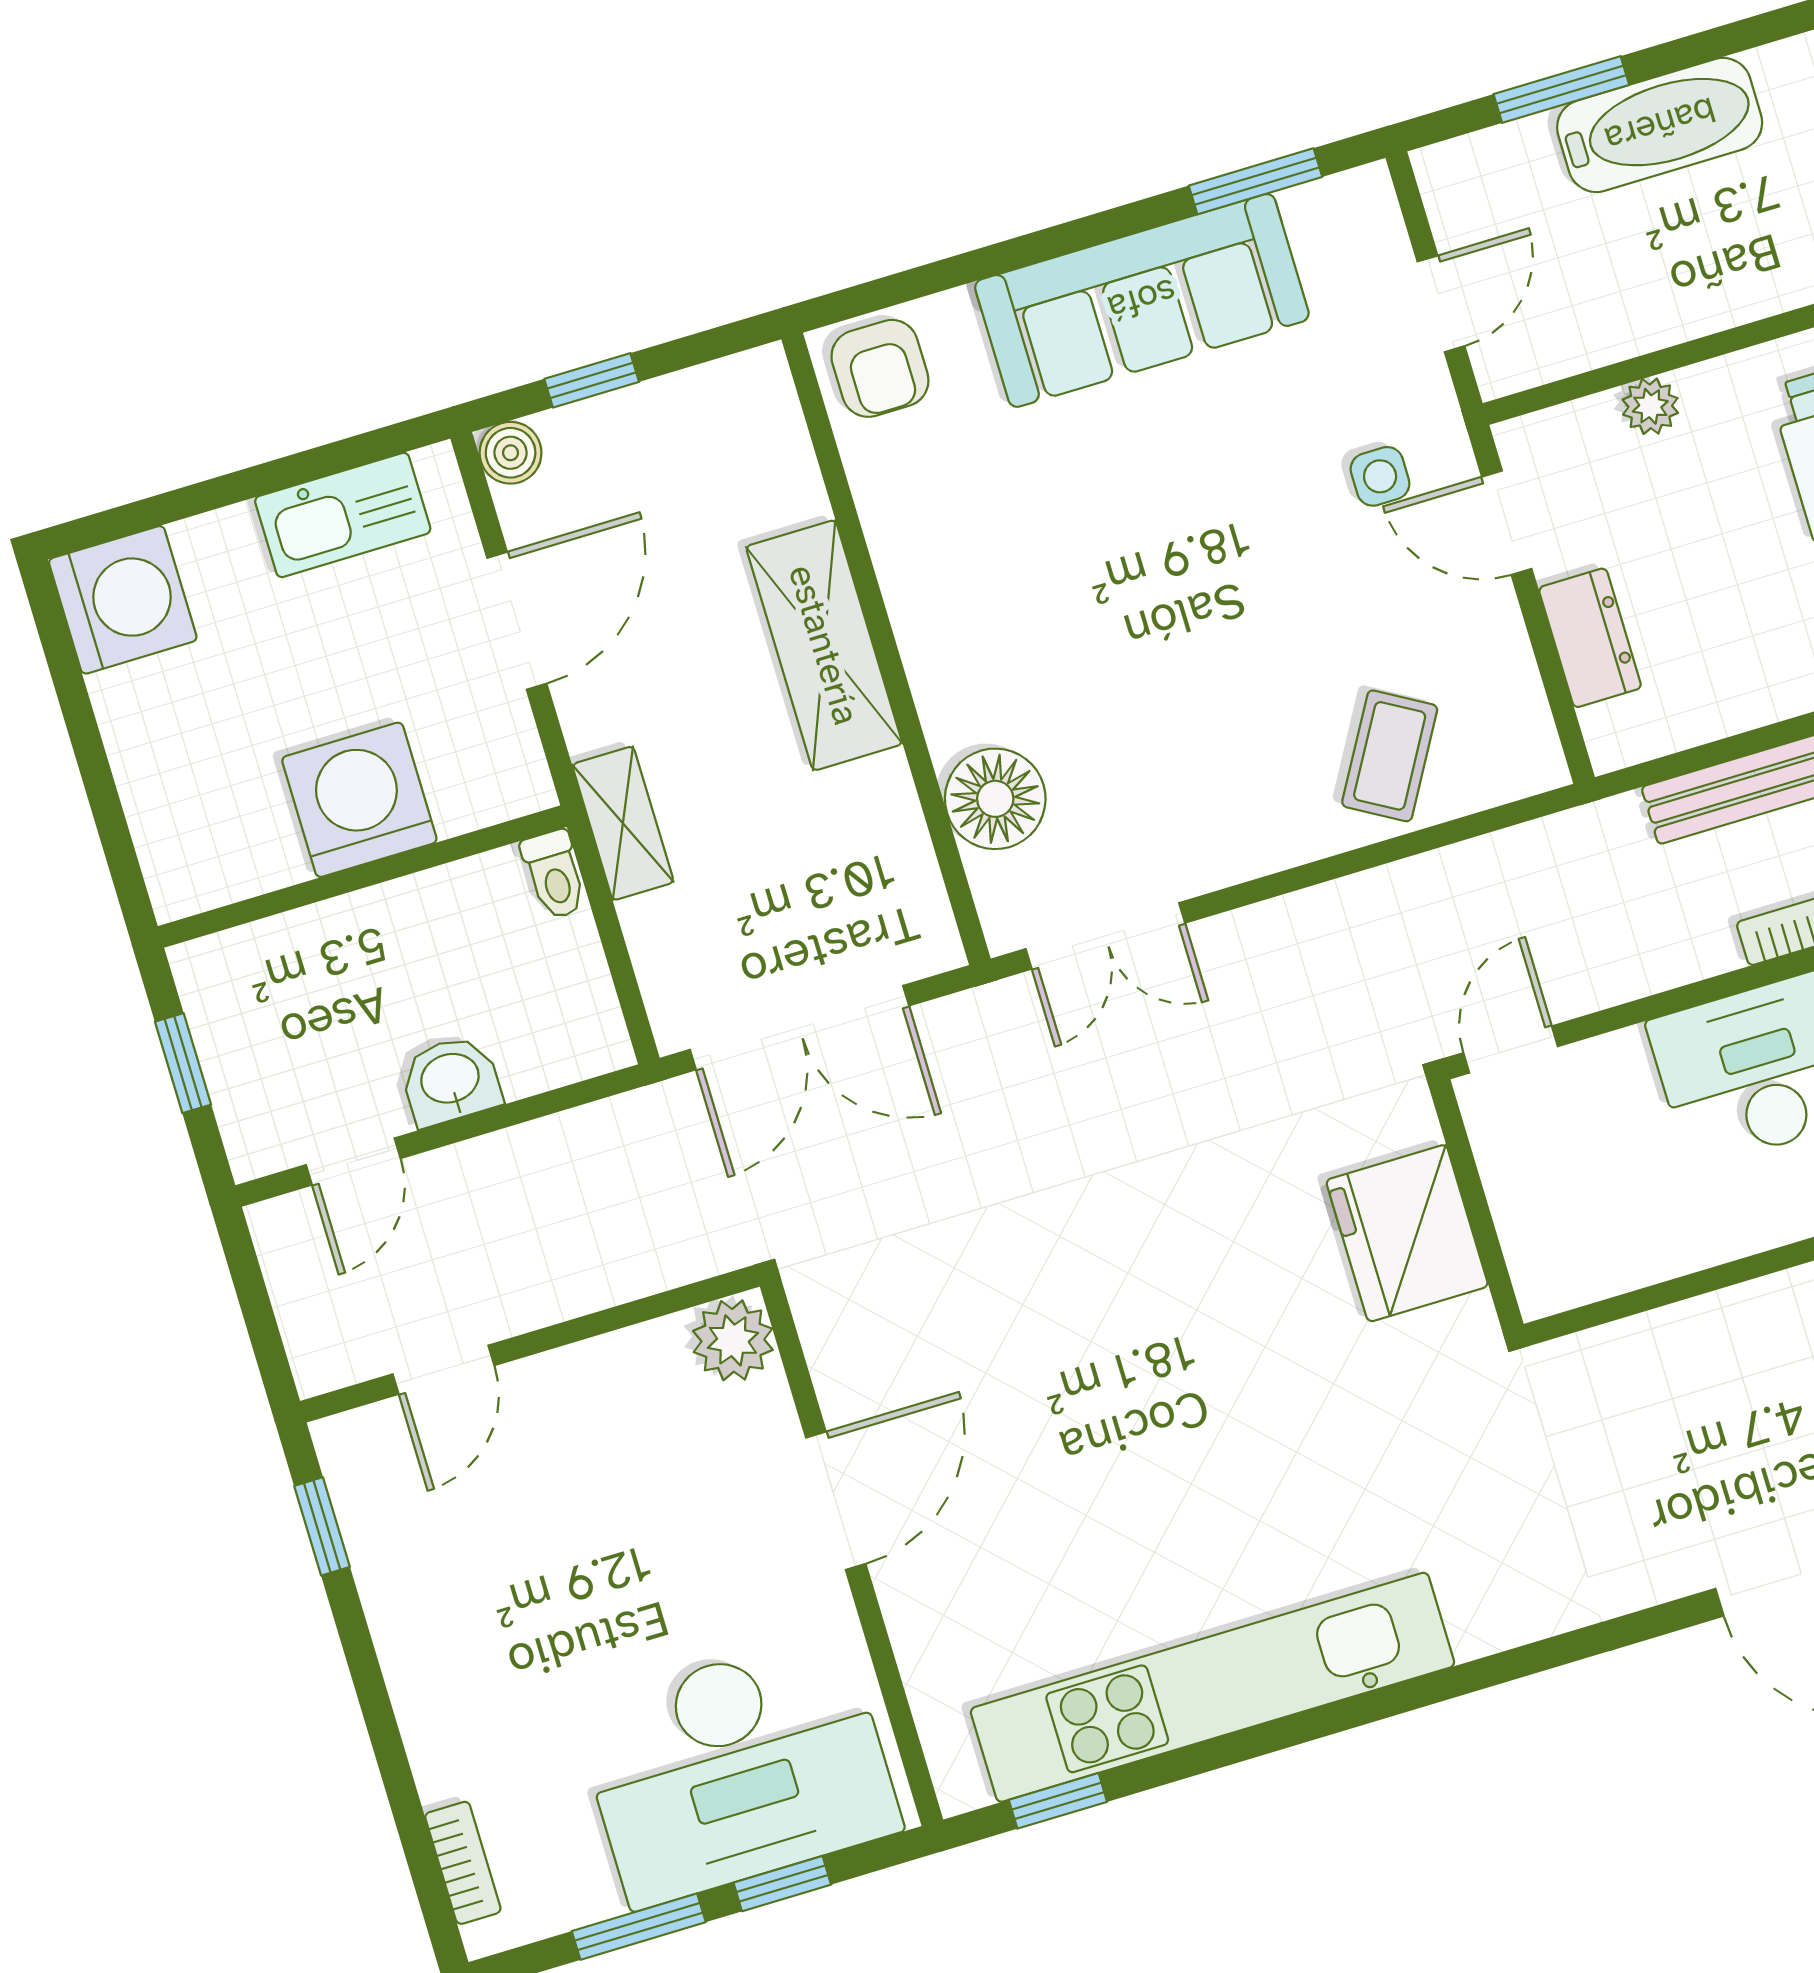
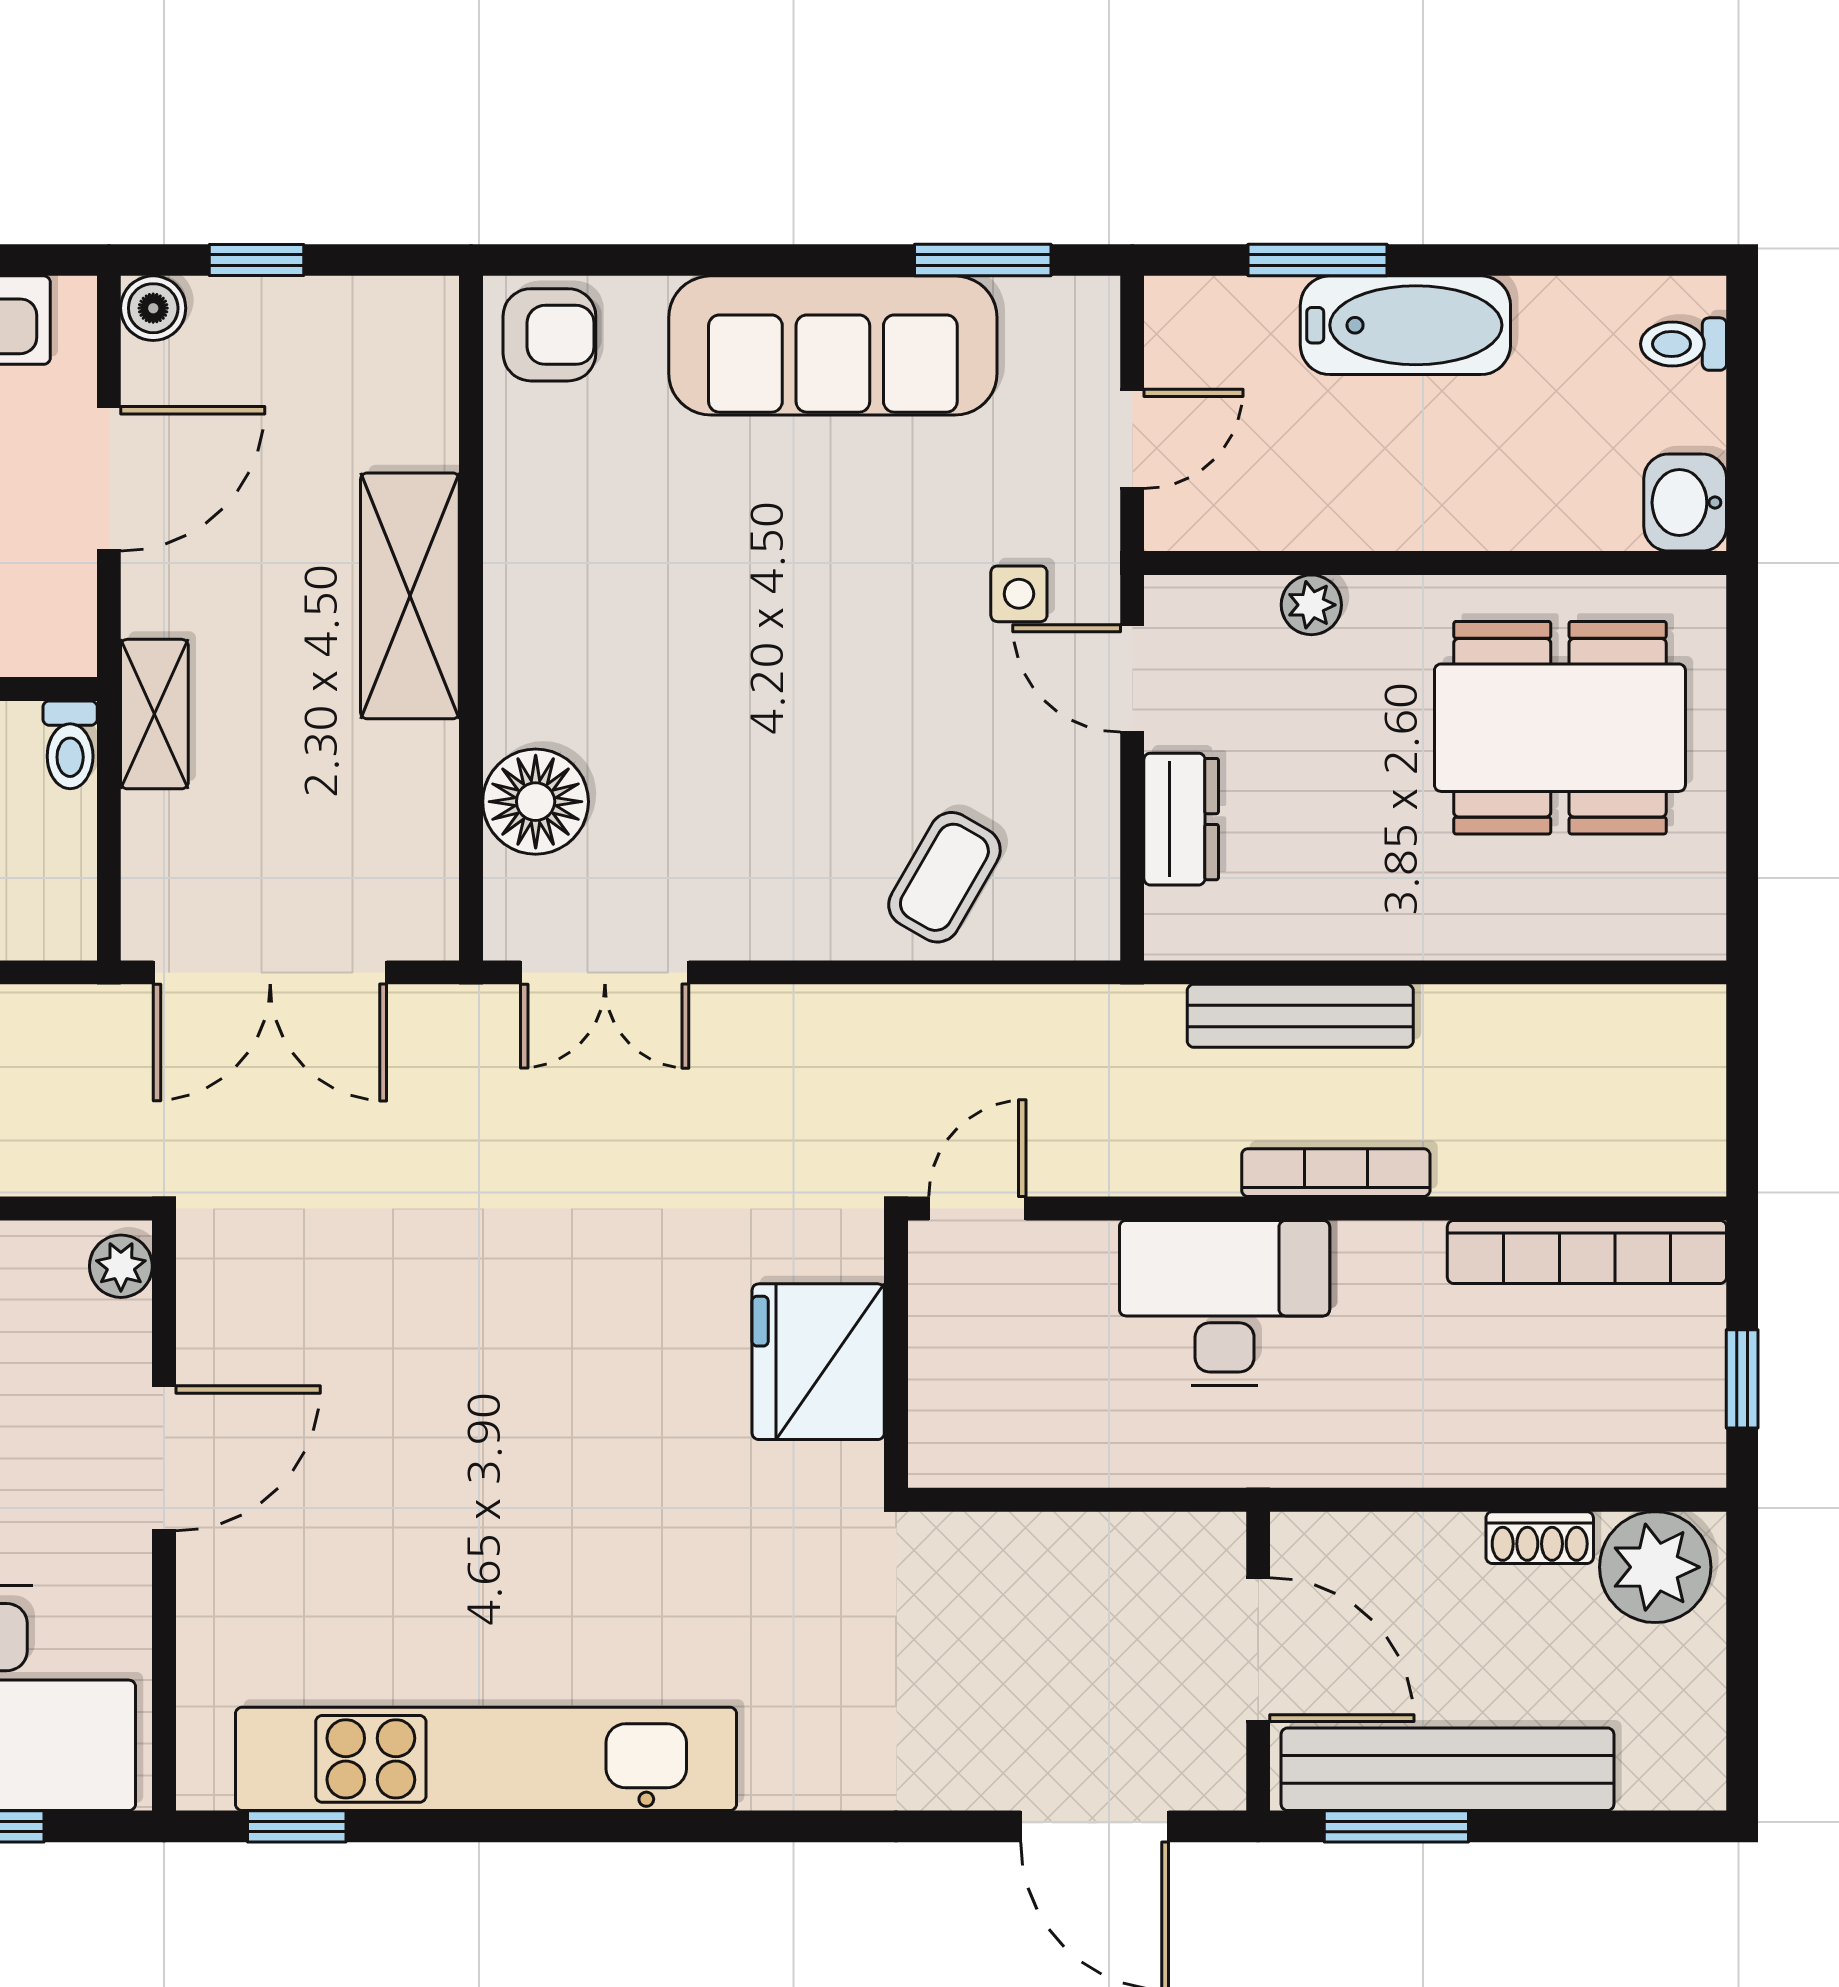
armchair: (880, 368) -> (549, 335), turned -90
plant: (733, 1340) -> (121, 1266), width x0.73, depth x0.73

